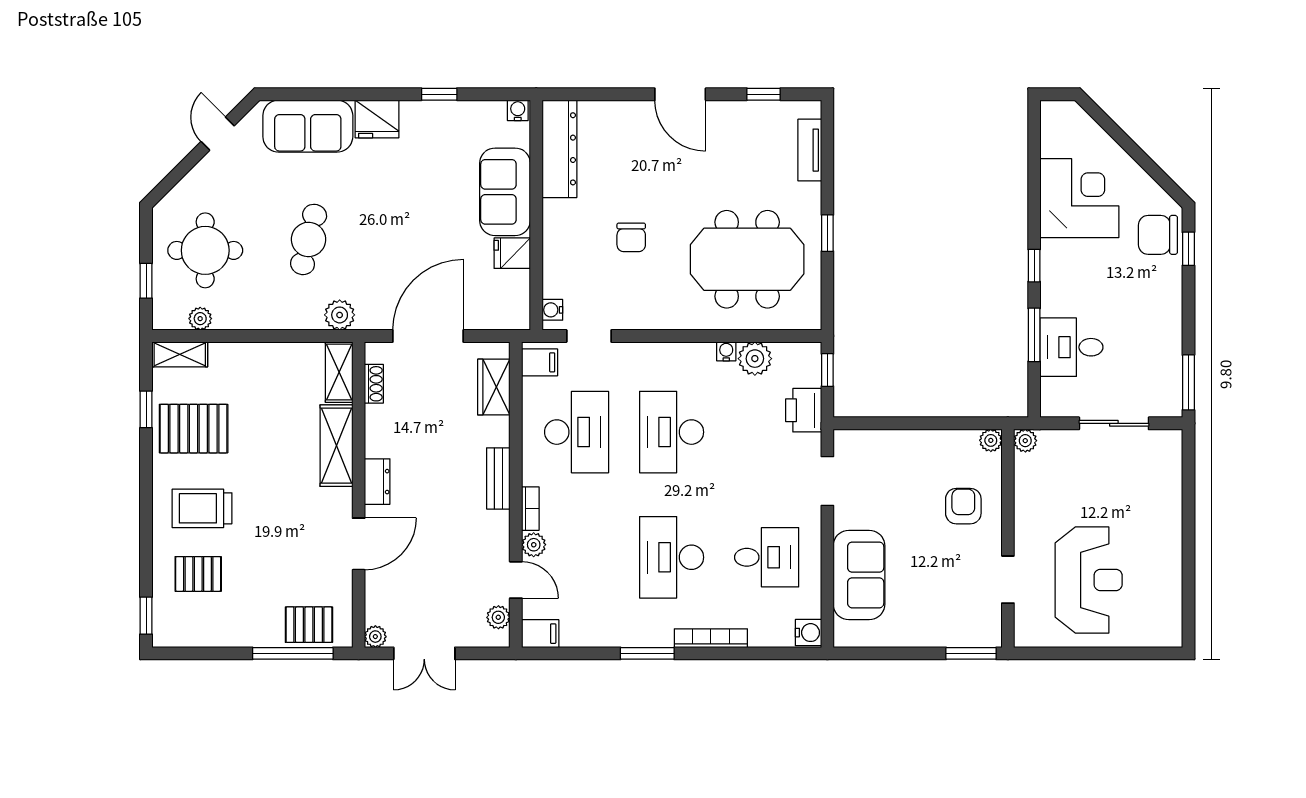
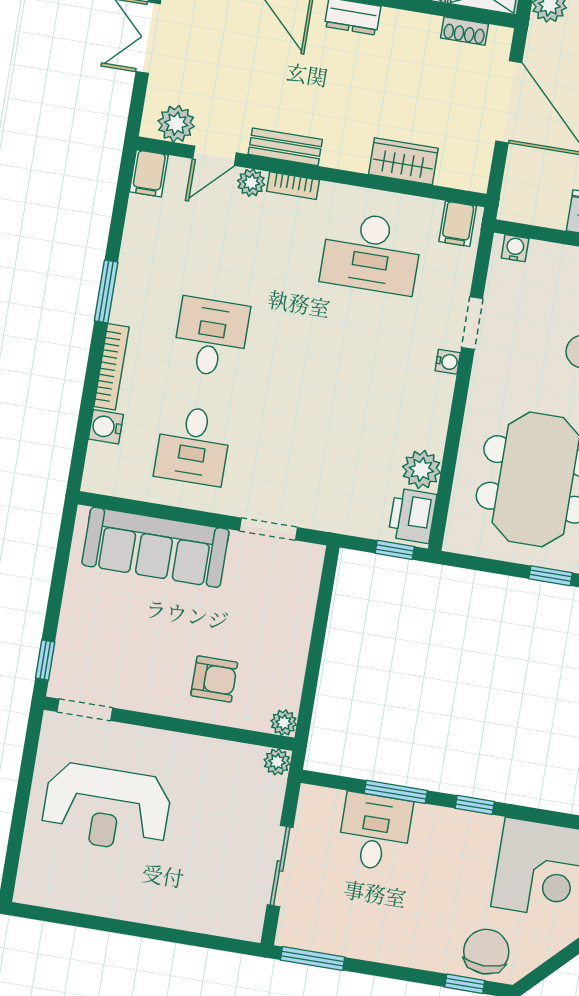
doorway: (589, 336) -> (472, 323), moved
water cooler: (726, 351) -> (448, 362), moved
wardrobe: (494, 387) -> (403, 161), moved
printer: (804, 410) -> (412, 516), moved, turned -90
desk: (672, 432) -> (353, 361), removed
bench: (498, 478) -> (285, 147), moved
desk: (672, 557) -> (211, 337), width x0.73
sofa: (859, 575) -> (155, 547), width x1.36
doorway: (1008, 580) -> (85, 710), moved
plant: (498, 617) -> (176, 124), width x1.38, depth x1.38
water cooler: (808, 633) -> (106, 427), moved, turned 90
window: (971, 653) -> (45, 660), width x0.67

